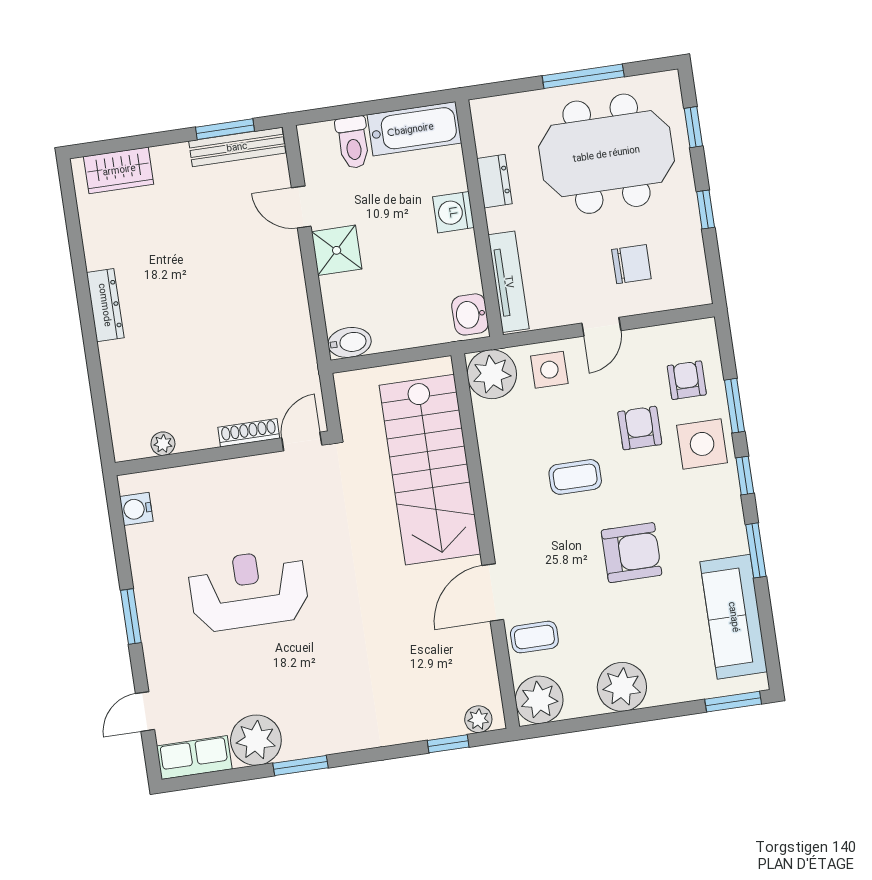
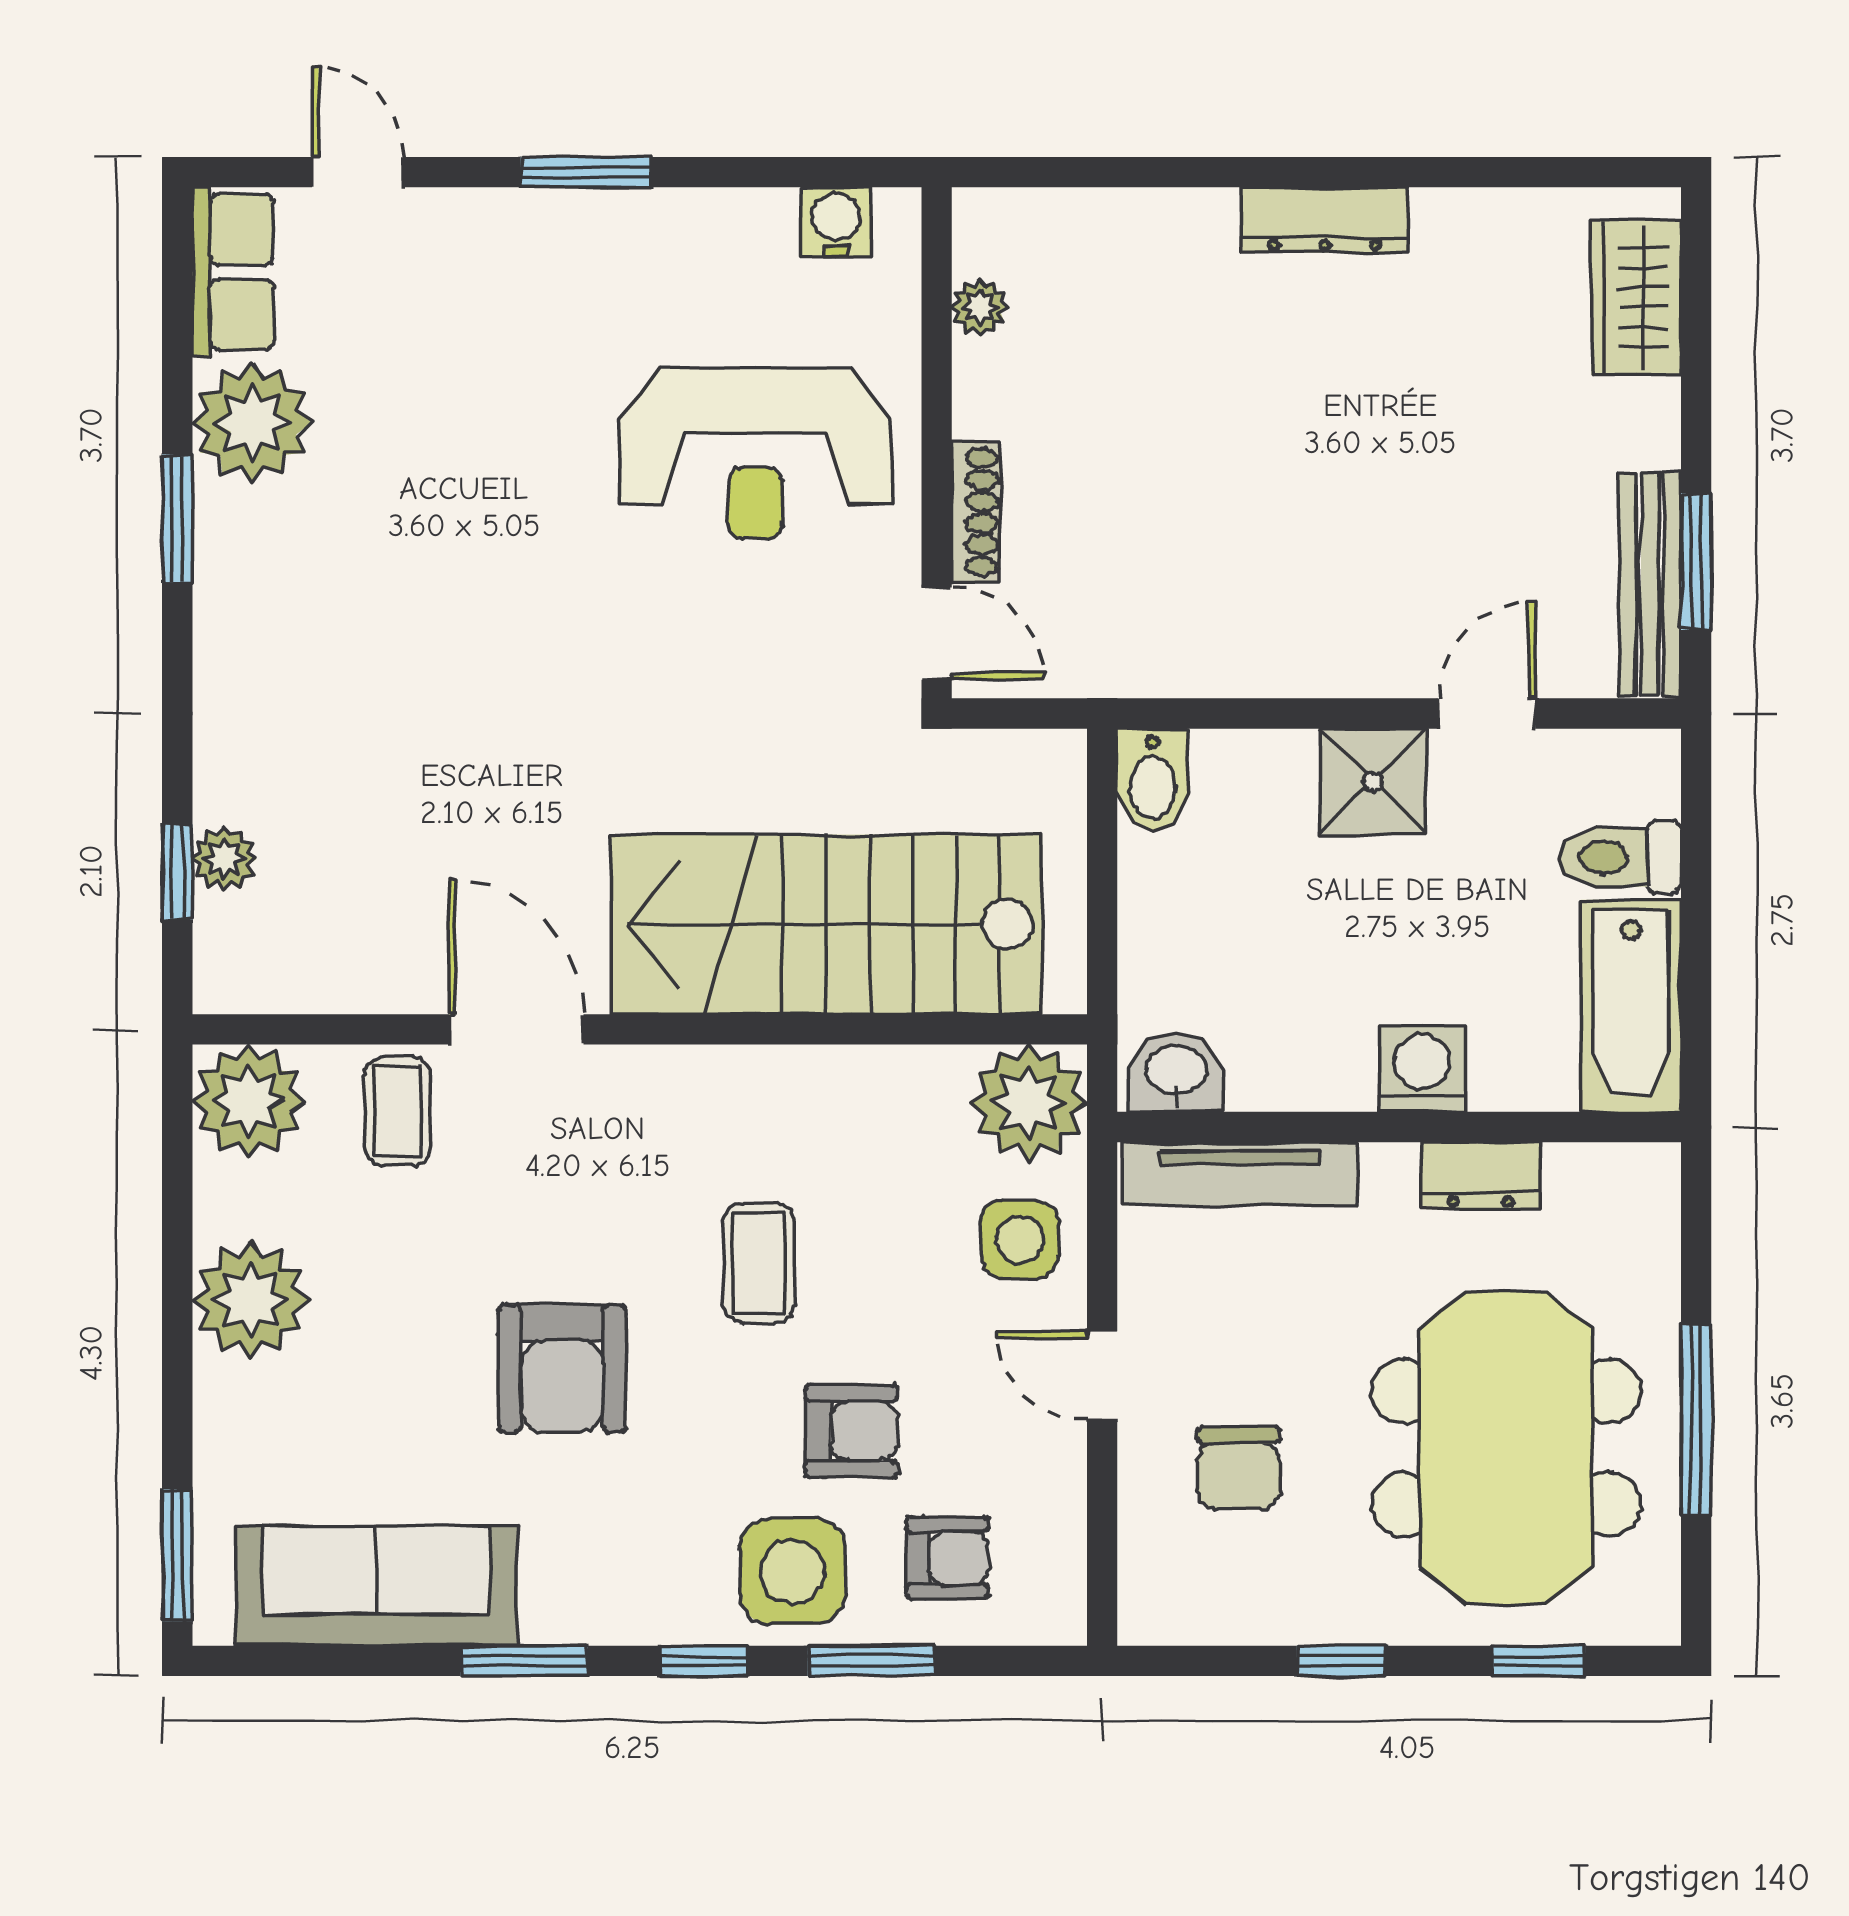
reception desk: (249, 590) -> (755, 453), moved, turned 90
plant: (478, 719) -> (224, 859), moved

